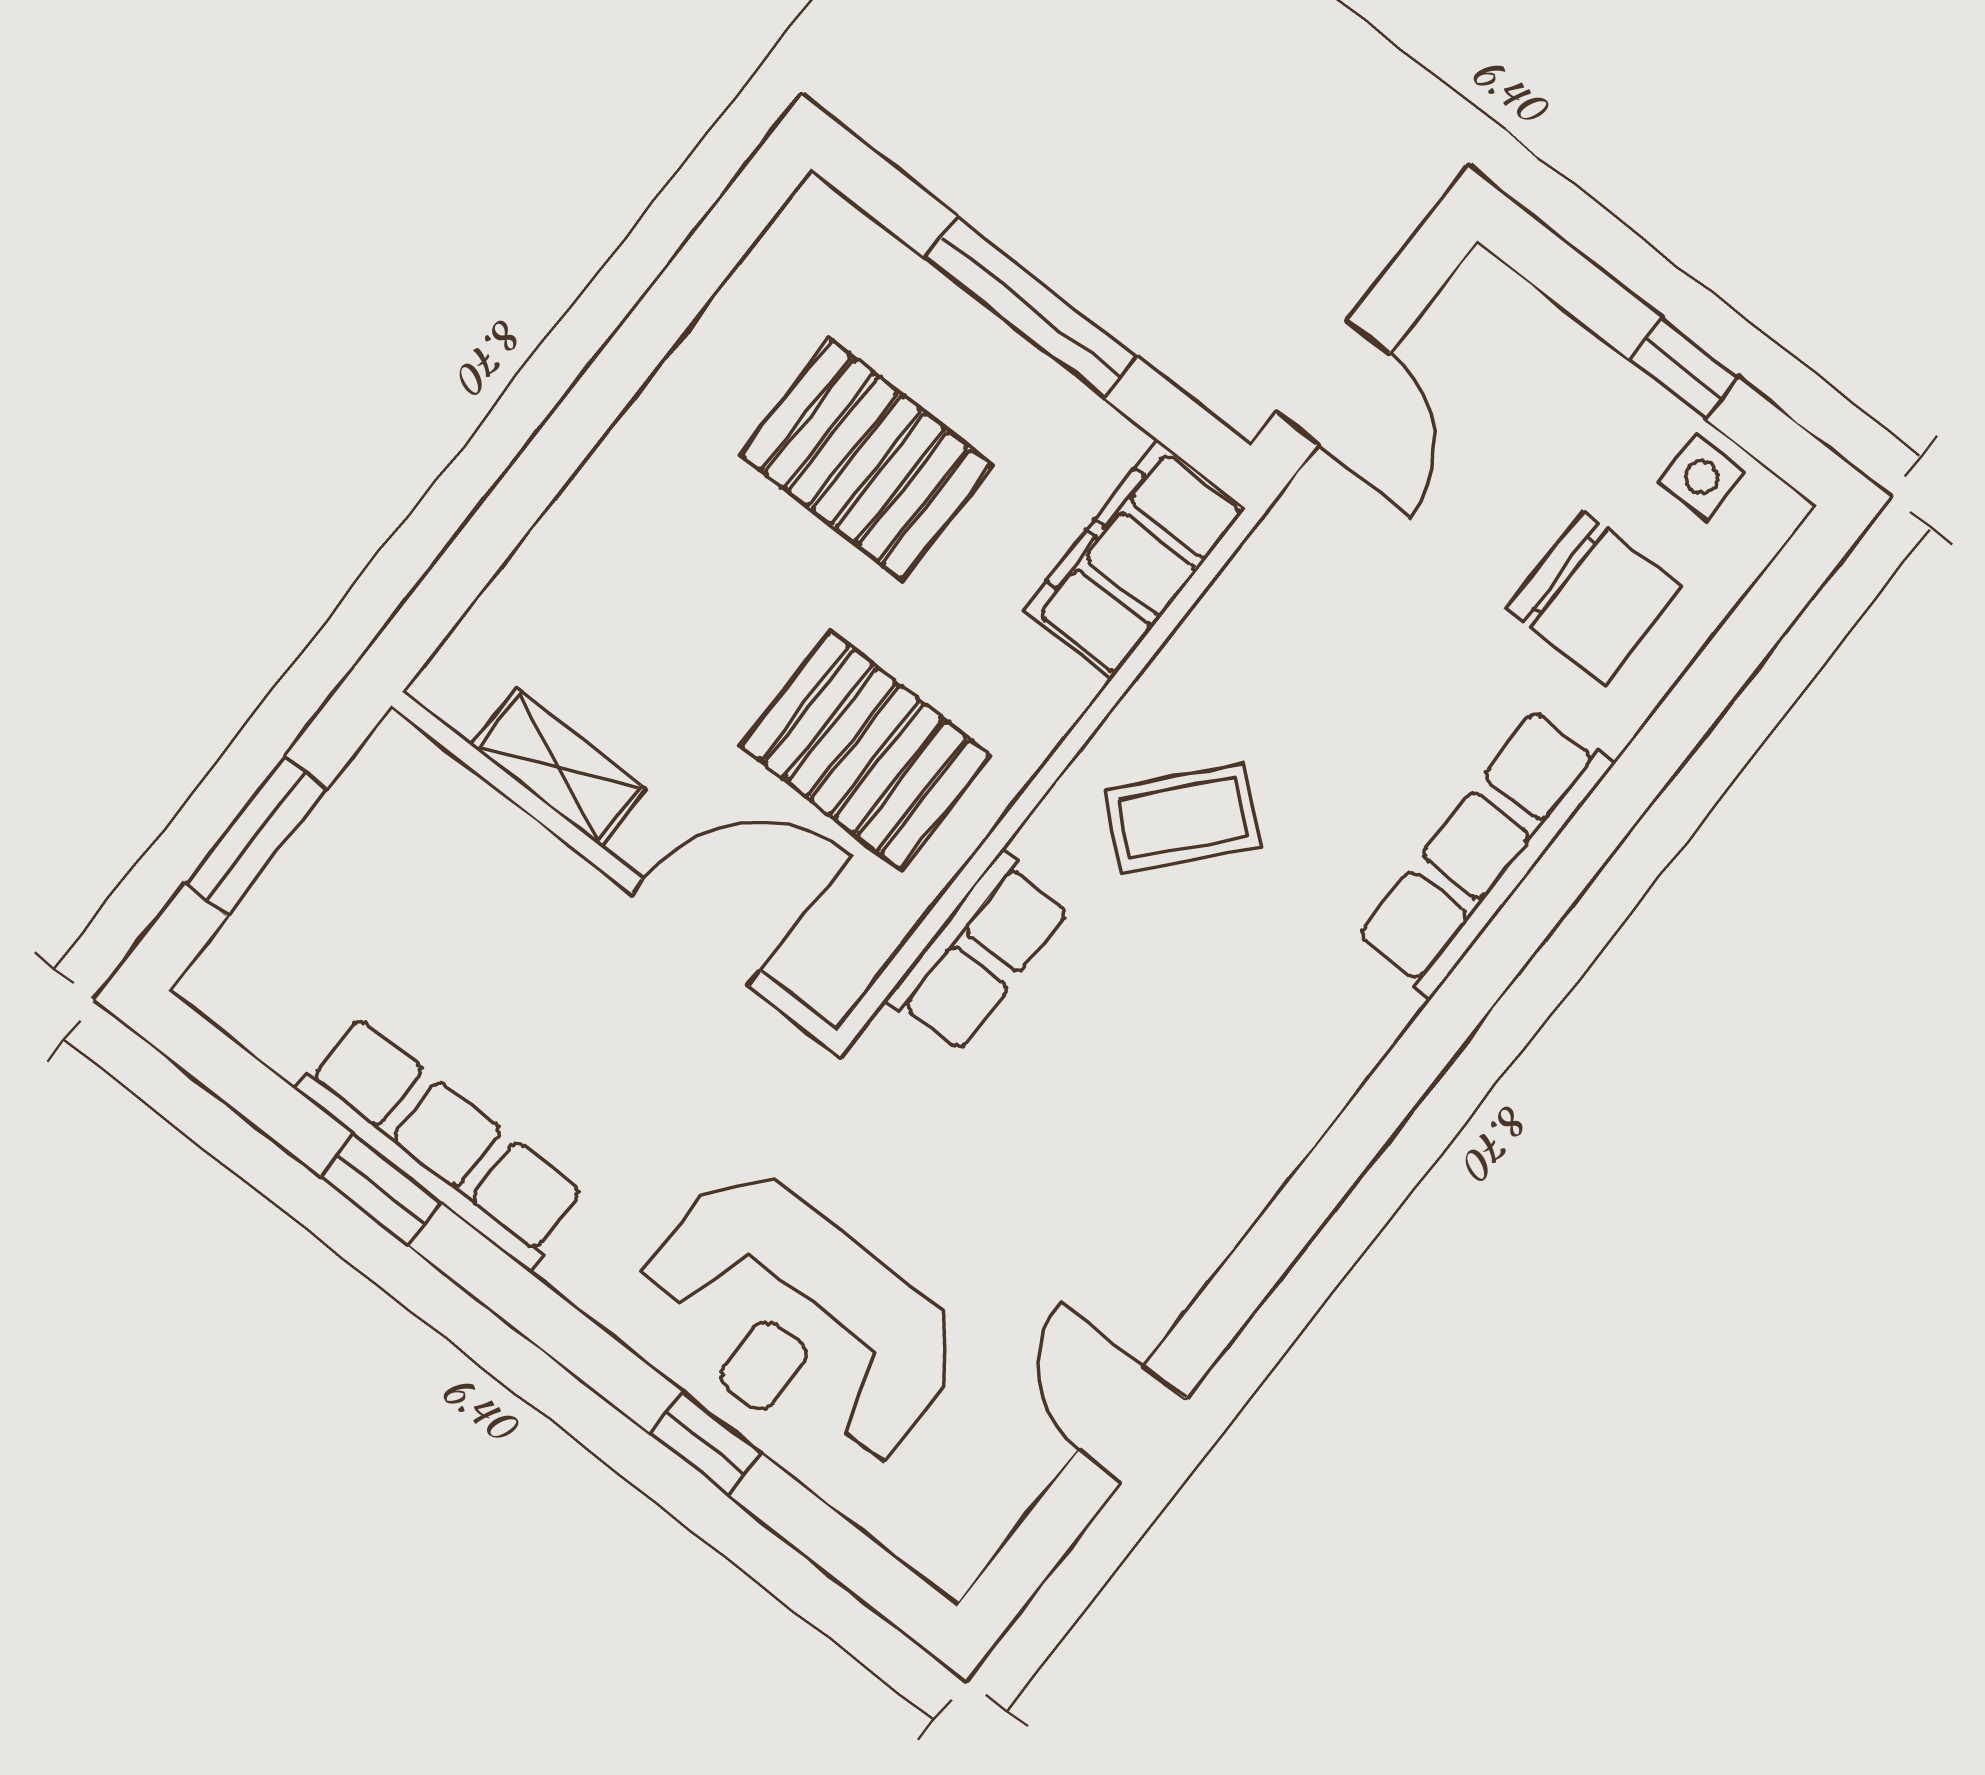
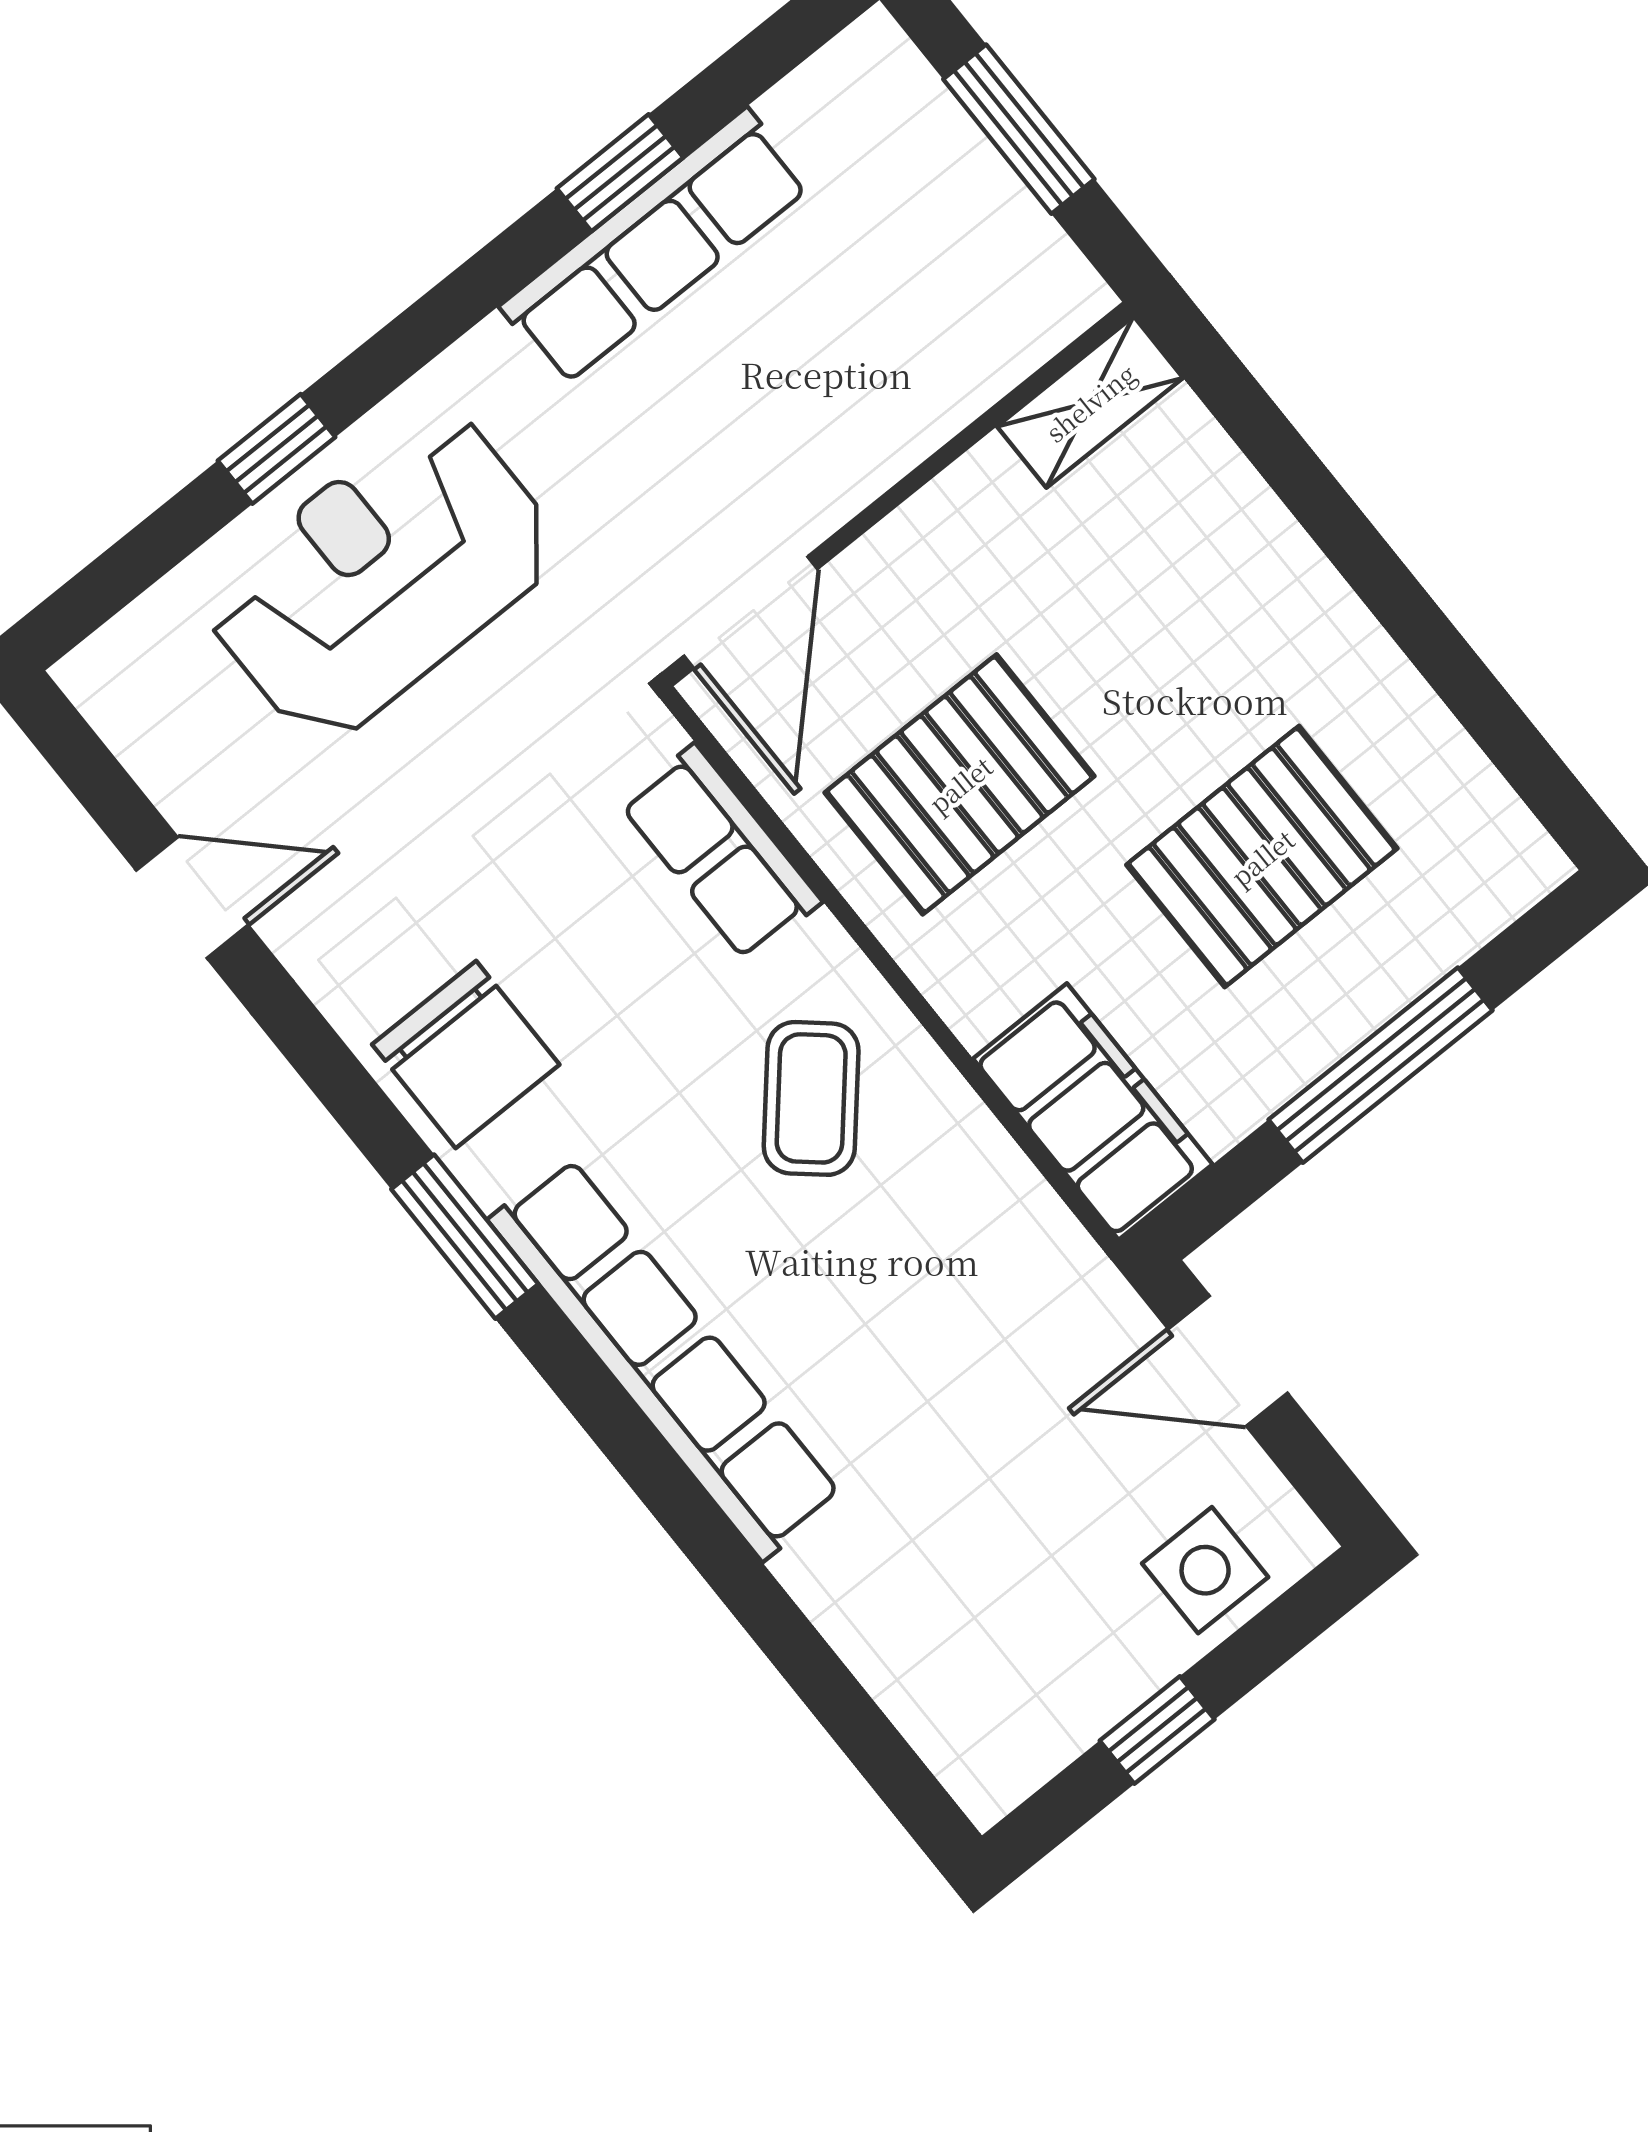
side table: (1702, 477) -> (1205, 1570), moved, width x1.37, depth x1.37
chair: (1594, 599) -> (466, 1055), moved, turned -90
shelving: (559, 767) -> (1090, 402), moved
row of seats: (1484, 852) -> (665, 1358), width x1.36
door: (696, 932) -> (751, 612), moved
window: (1382, 1104) -> (465, 1237), added

